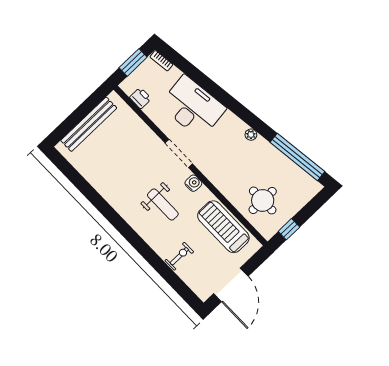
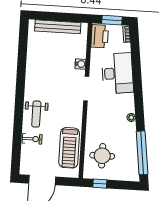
printer: (140, 98) -> (100, 36), width x1.87, depth x1.48
water cooler: (193, 183) -> (80, 64), moved
weight bench: (163, 204) -> (36, 114), moved
treadmill: (223, 227) -> (69, 148), turned 180

